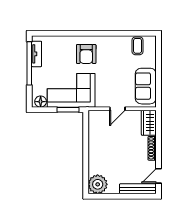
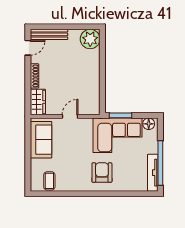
tv unit: (37, 54) -> (153, 173), width x1.41

